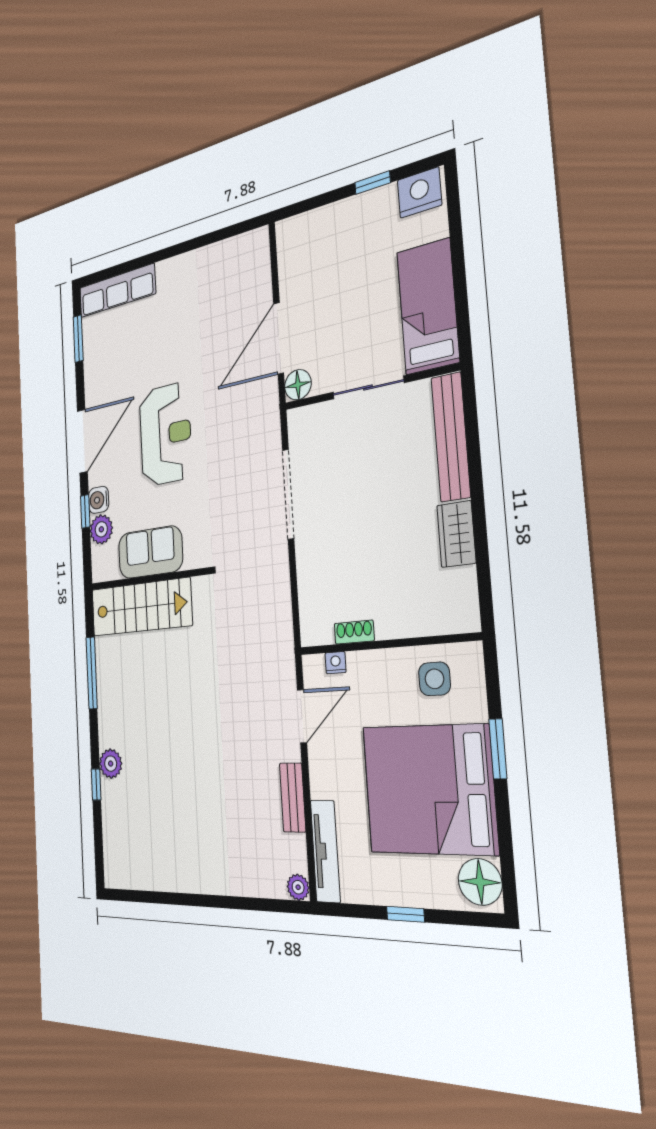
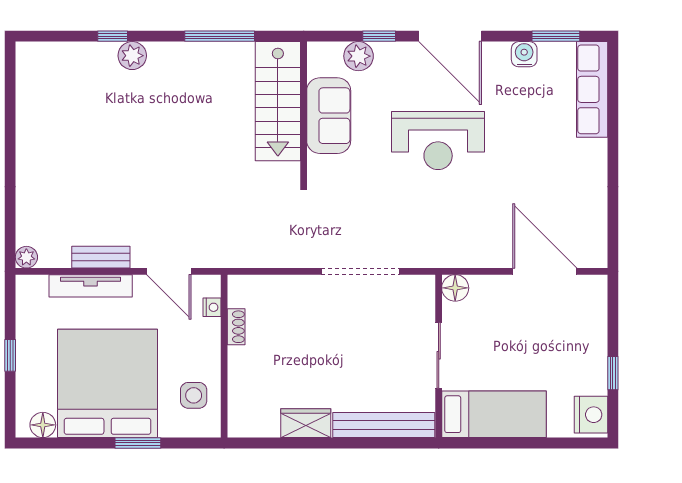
door: (279, 338) -> (545, 271), moved
water cooler: (99, 500) -> (524, 54), moved
tv unit: (325, 851) -> (91, 286), moved
floor lamp: (480, 882) -> (43, 425), width x0.73, depth x0.73

